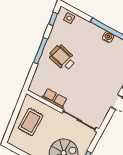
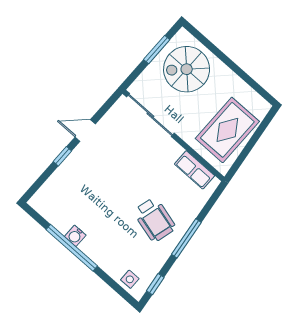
row of seats: (55, 99) -> (195, 170), moved
rug: (31, 122) -> (227, 130), width x1.36, depth x1.43

